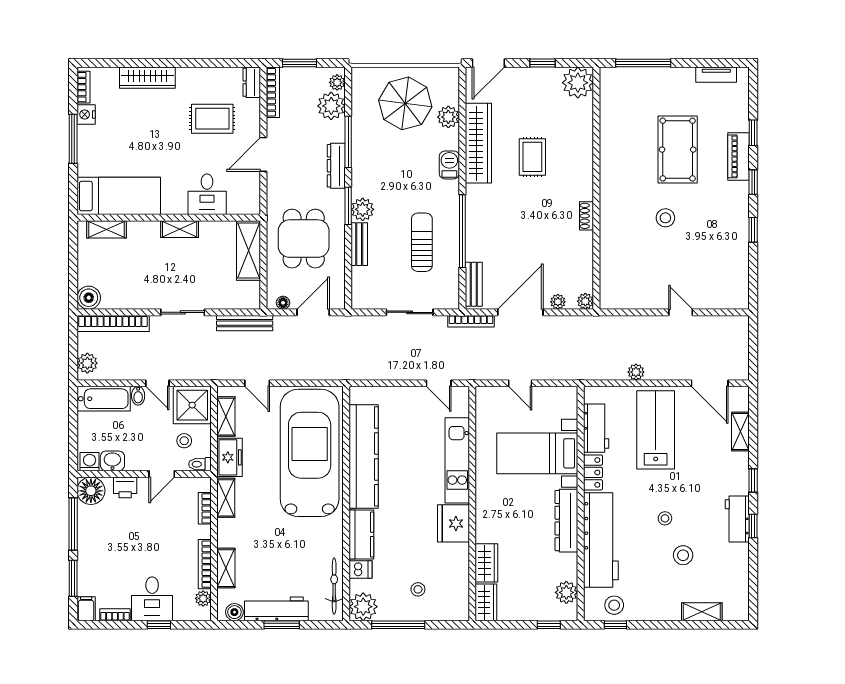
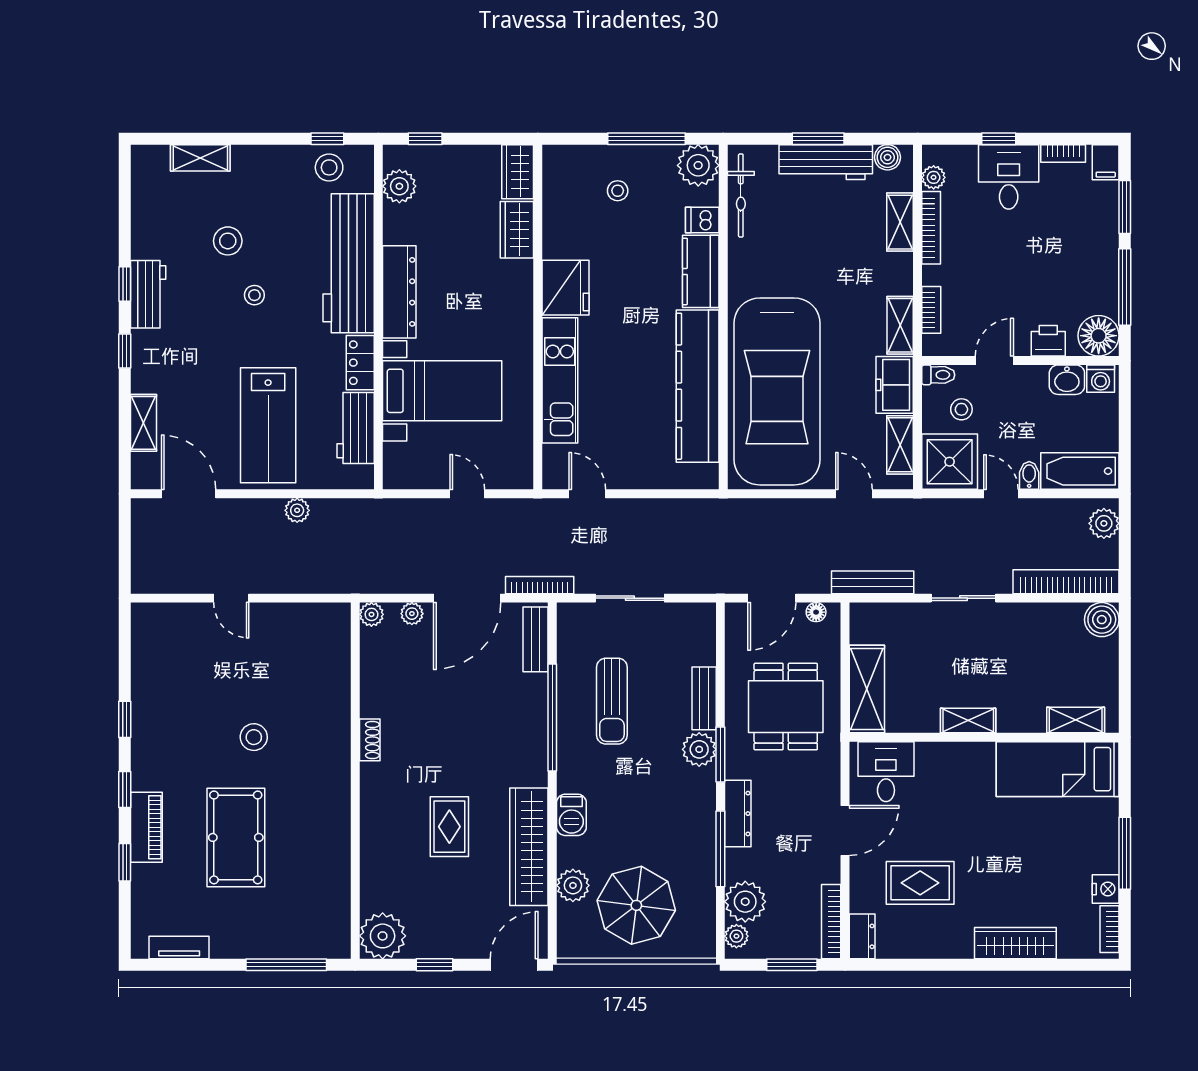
desk: (207, 194) -> (886, 772), moved

